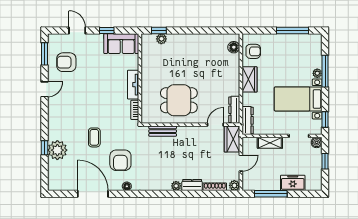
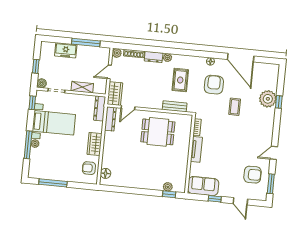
rug: (159, 162) -> (180, 80), added

